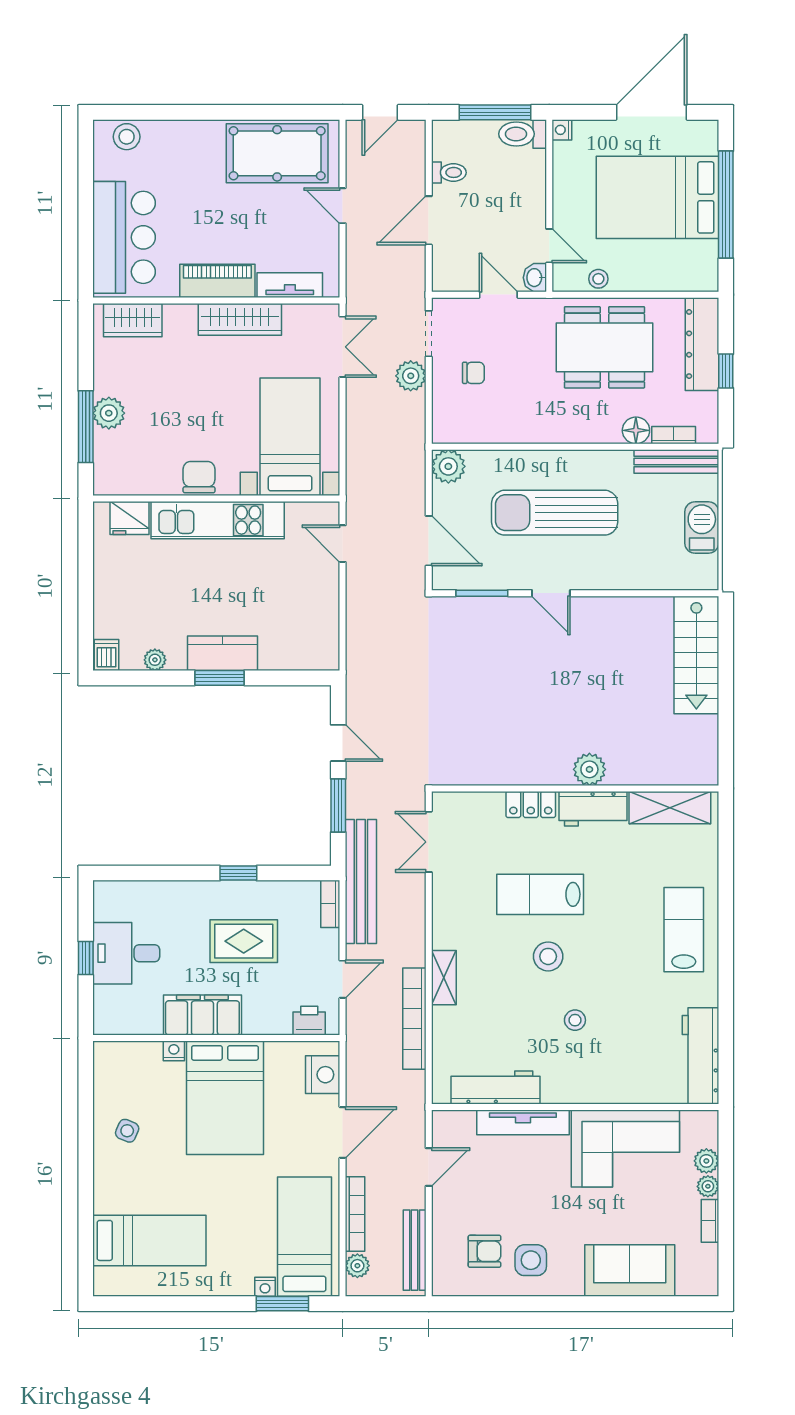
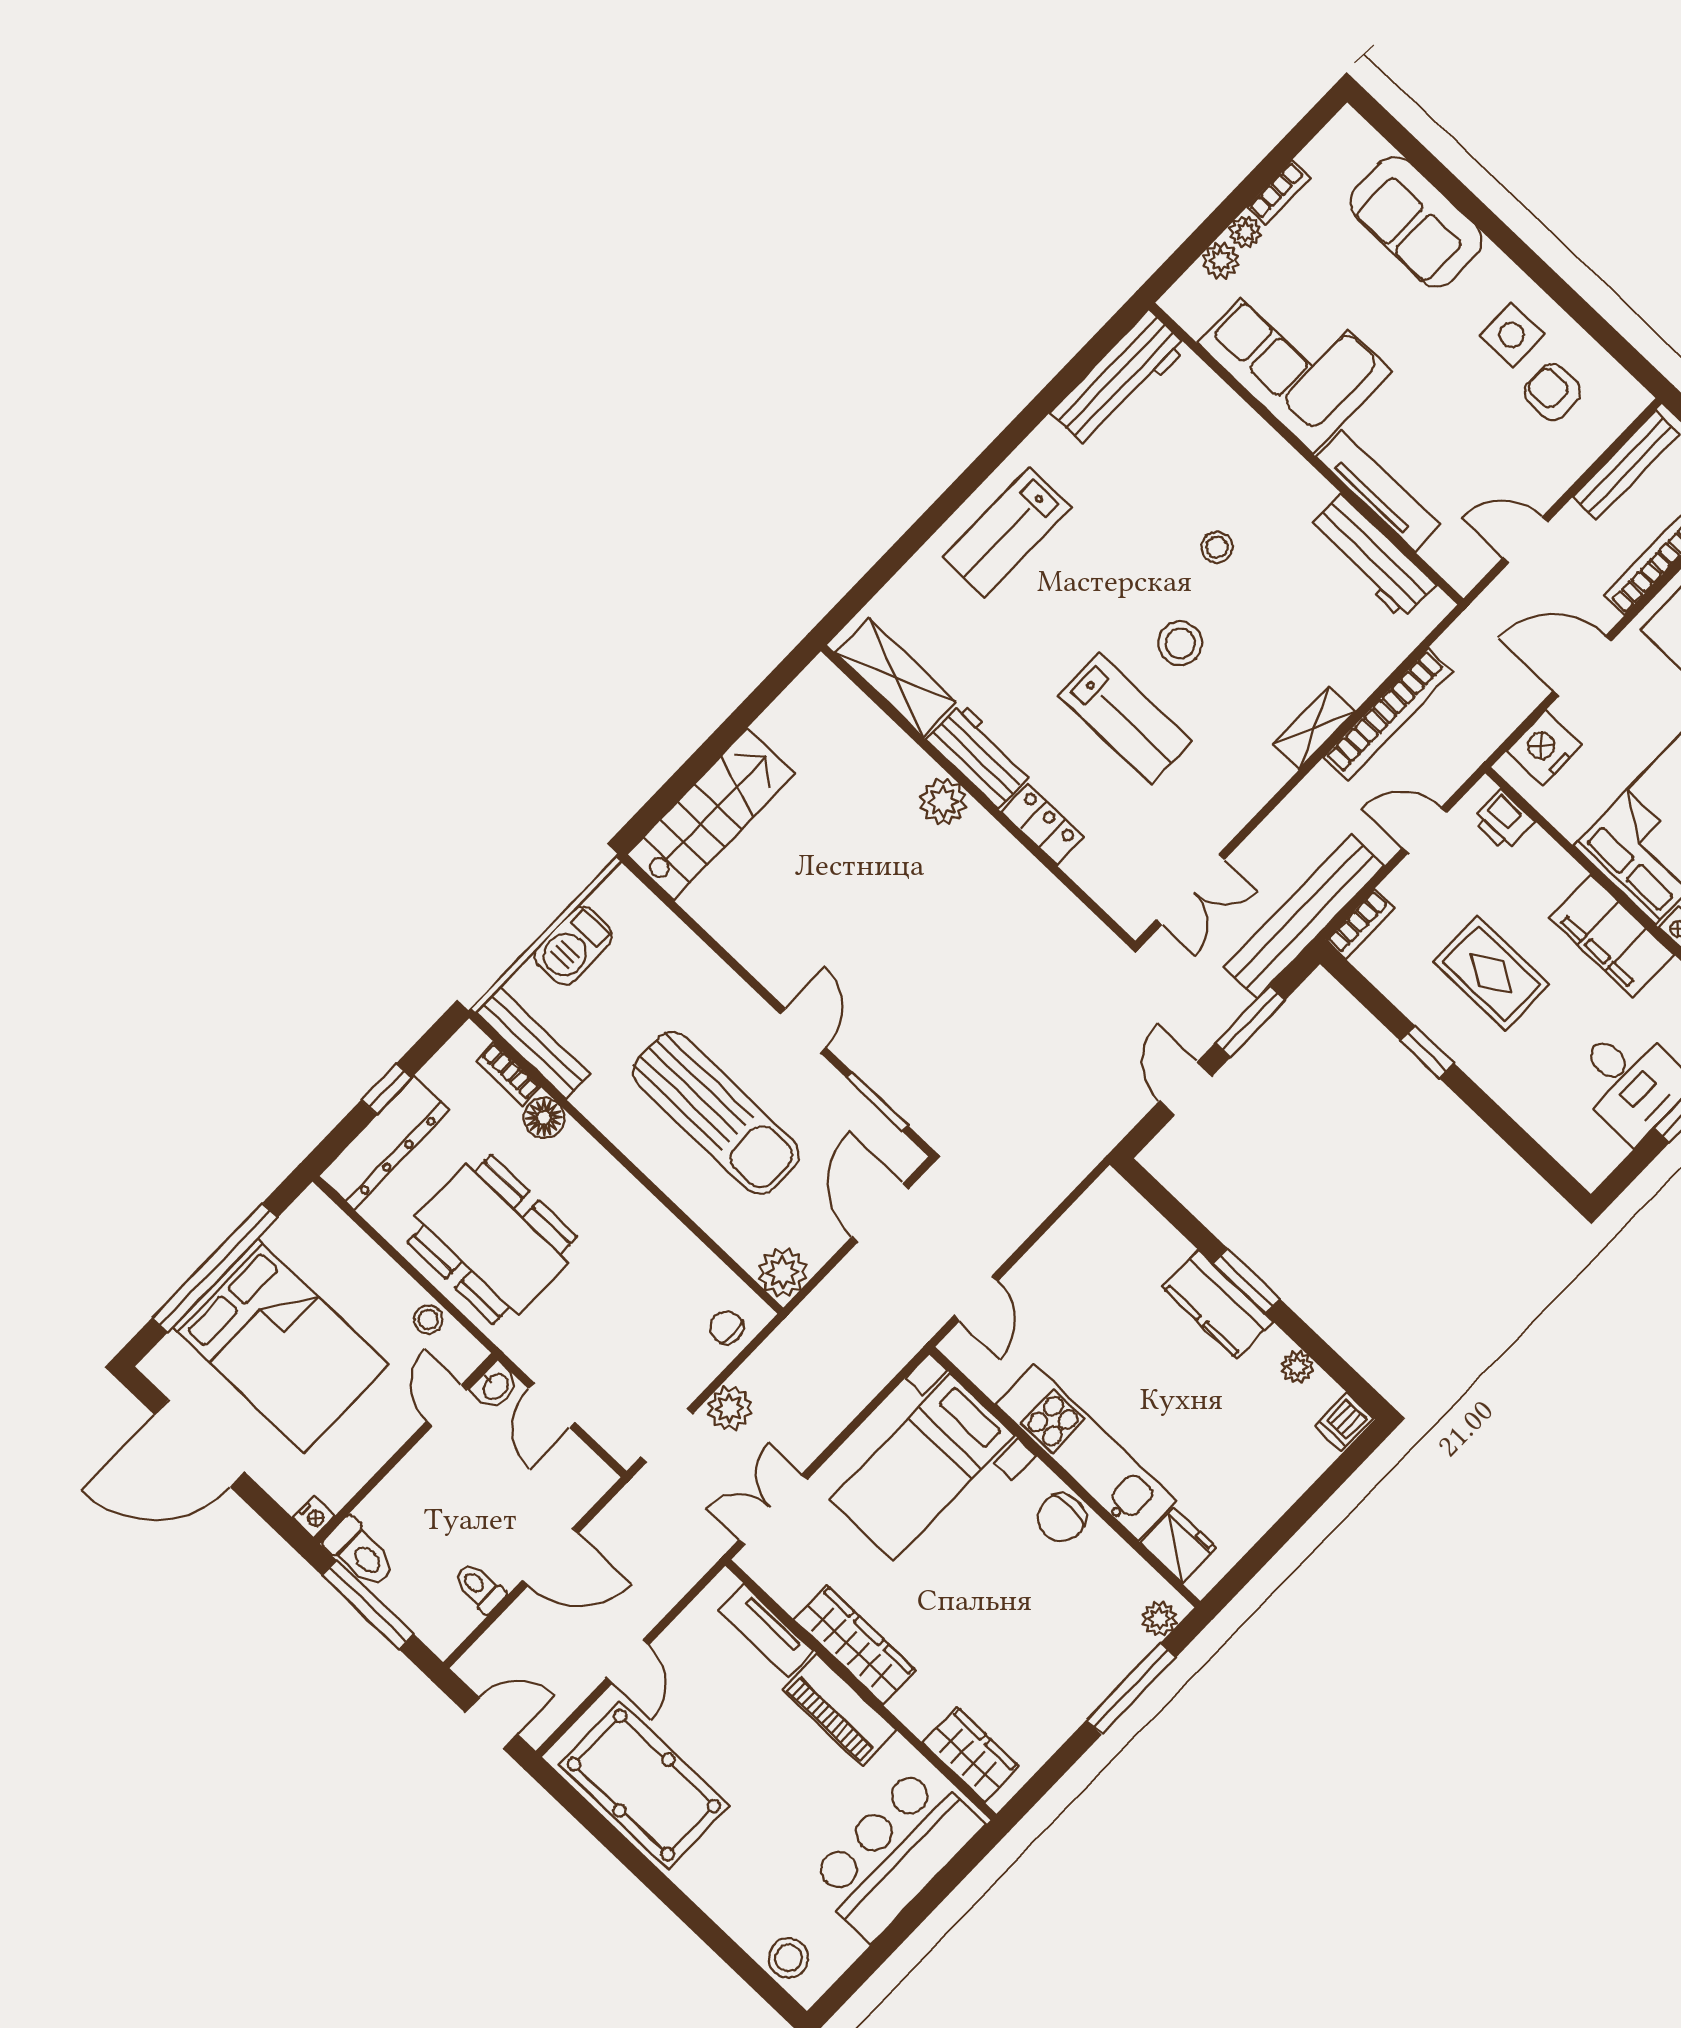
chair: (473, 373) -> (727, 1328), moved
plant: (109, 413) -> (1160, 1619), moved, width x0.73, depth x0.73

